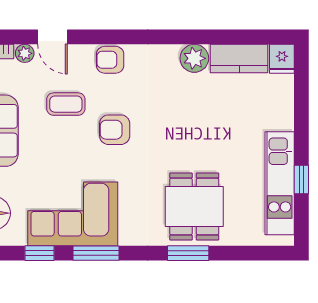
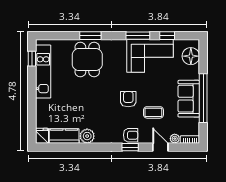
window: (111, 37) -> (130, 147), added
armchair: (115, 130) -> (128, 99), turned -90
window: (301, 179) -> (32, 59), moved

